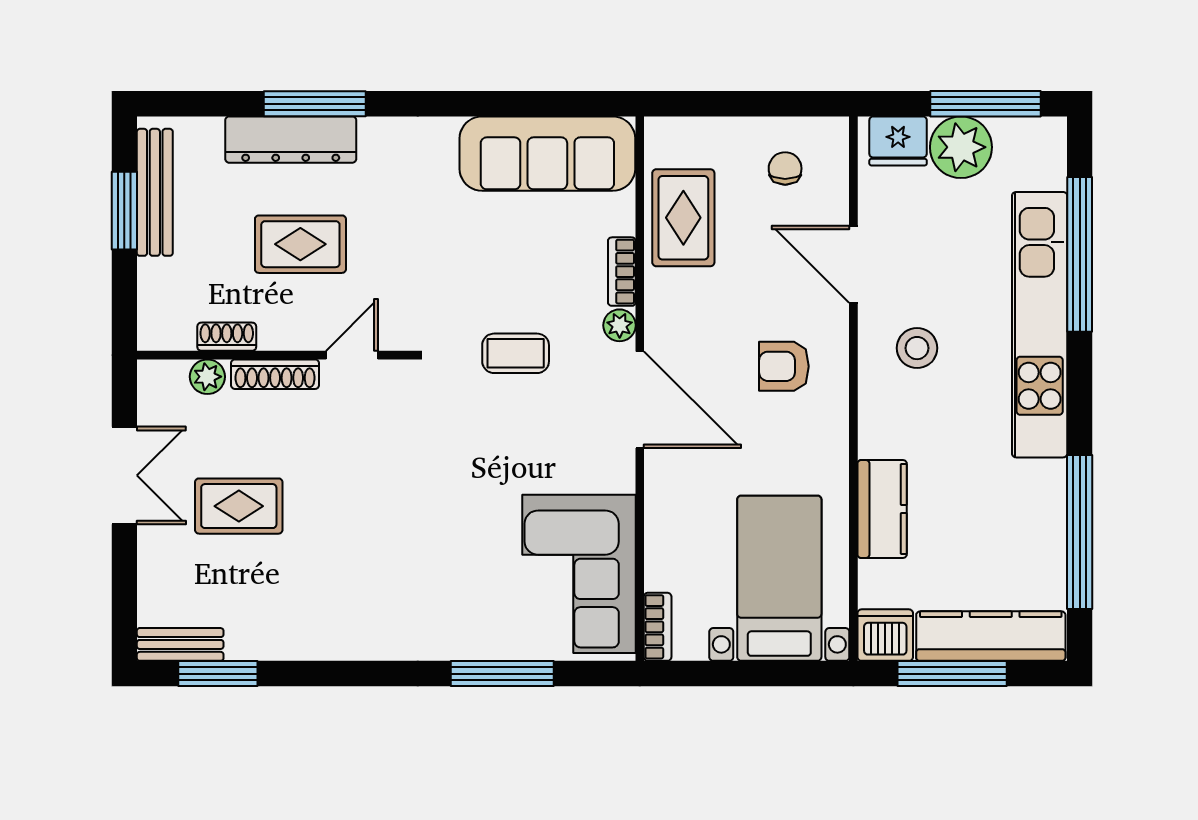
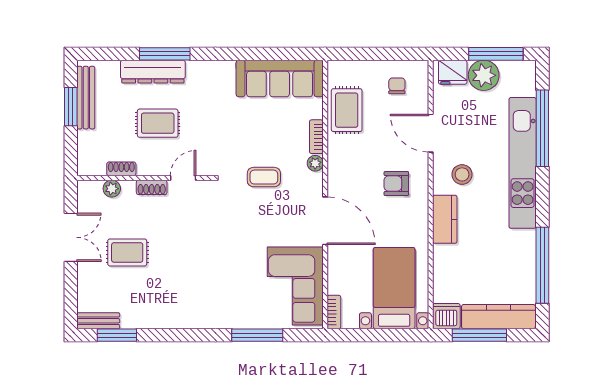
shoe rack: (275, 374) -> (152, 187), width x0.70
door: (640, 400) -> (325, 221), moved
kitchen counter: (882, 509) -> (445, 219), moved

